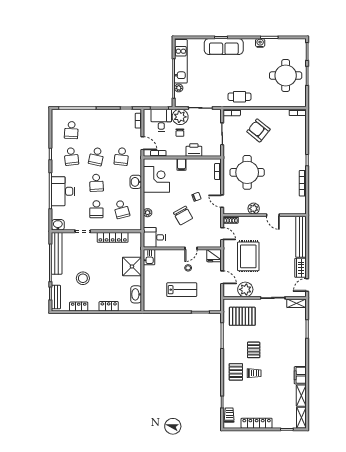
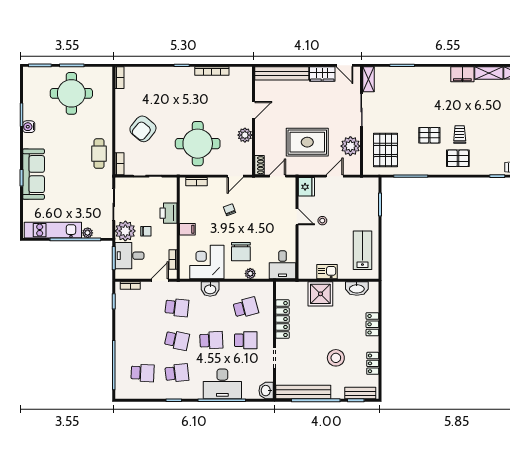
chair: (183, 216) -> (241, 252), moved, turned 119
kitchen sink: (149, 257) -> (327, 272), moved
lab bench: (182, 290) -> (362, 250), moved

